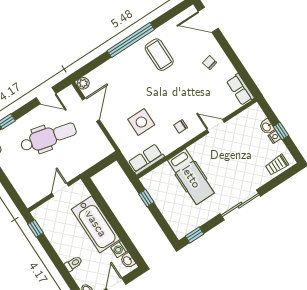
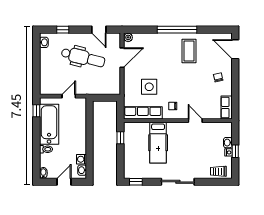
row of seats: (146, 159) -> (143, 113), width x1.48
bathtub: (96, 224) -> (49, 124), moved, turned 180

